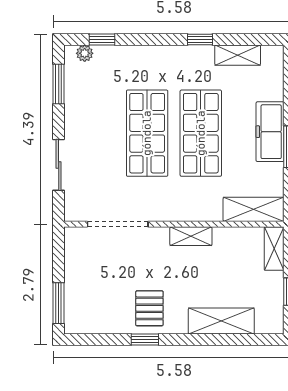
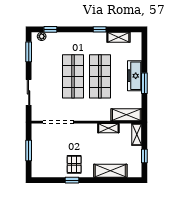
shelving: (191, 236) -> (108, 128), moved
window: (59, 303) -> (29, 150), moved

